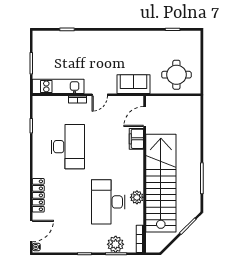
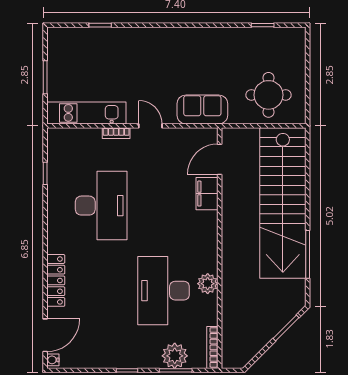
door: (100, 95) -> (150, 126), swing flipped
stairs: (161, 183) -> (283, 203), moved, turned 180

